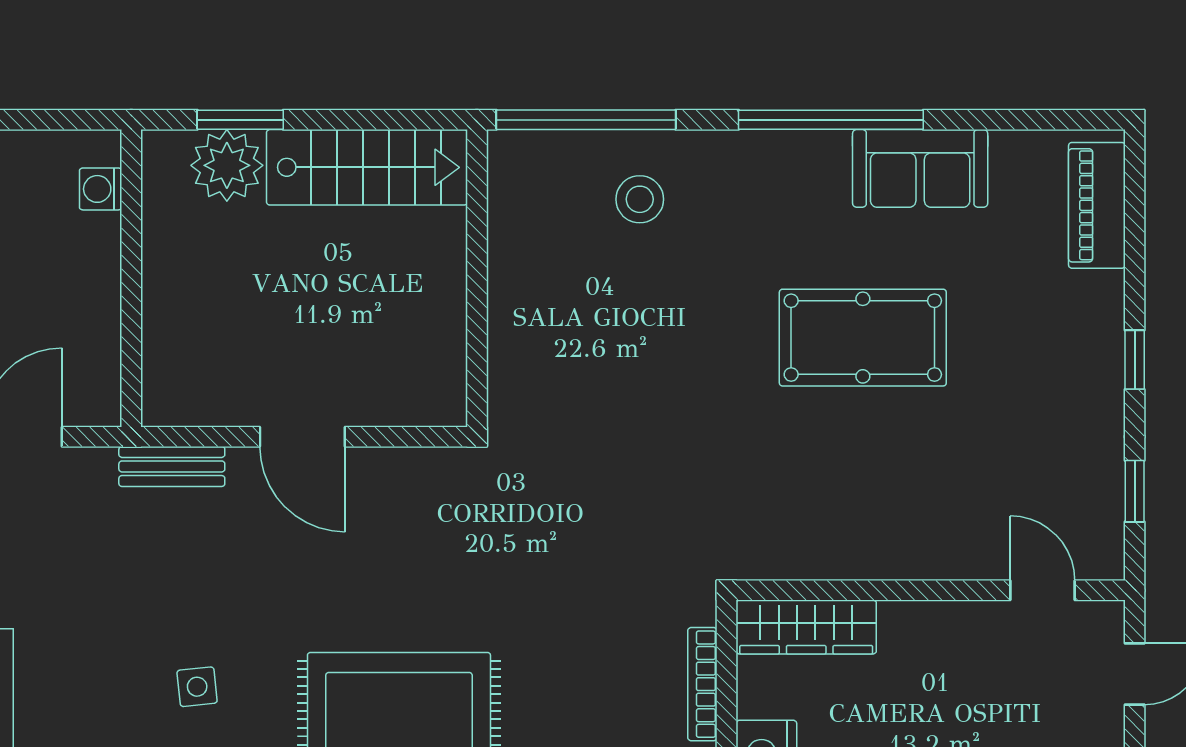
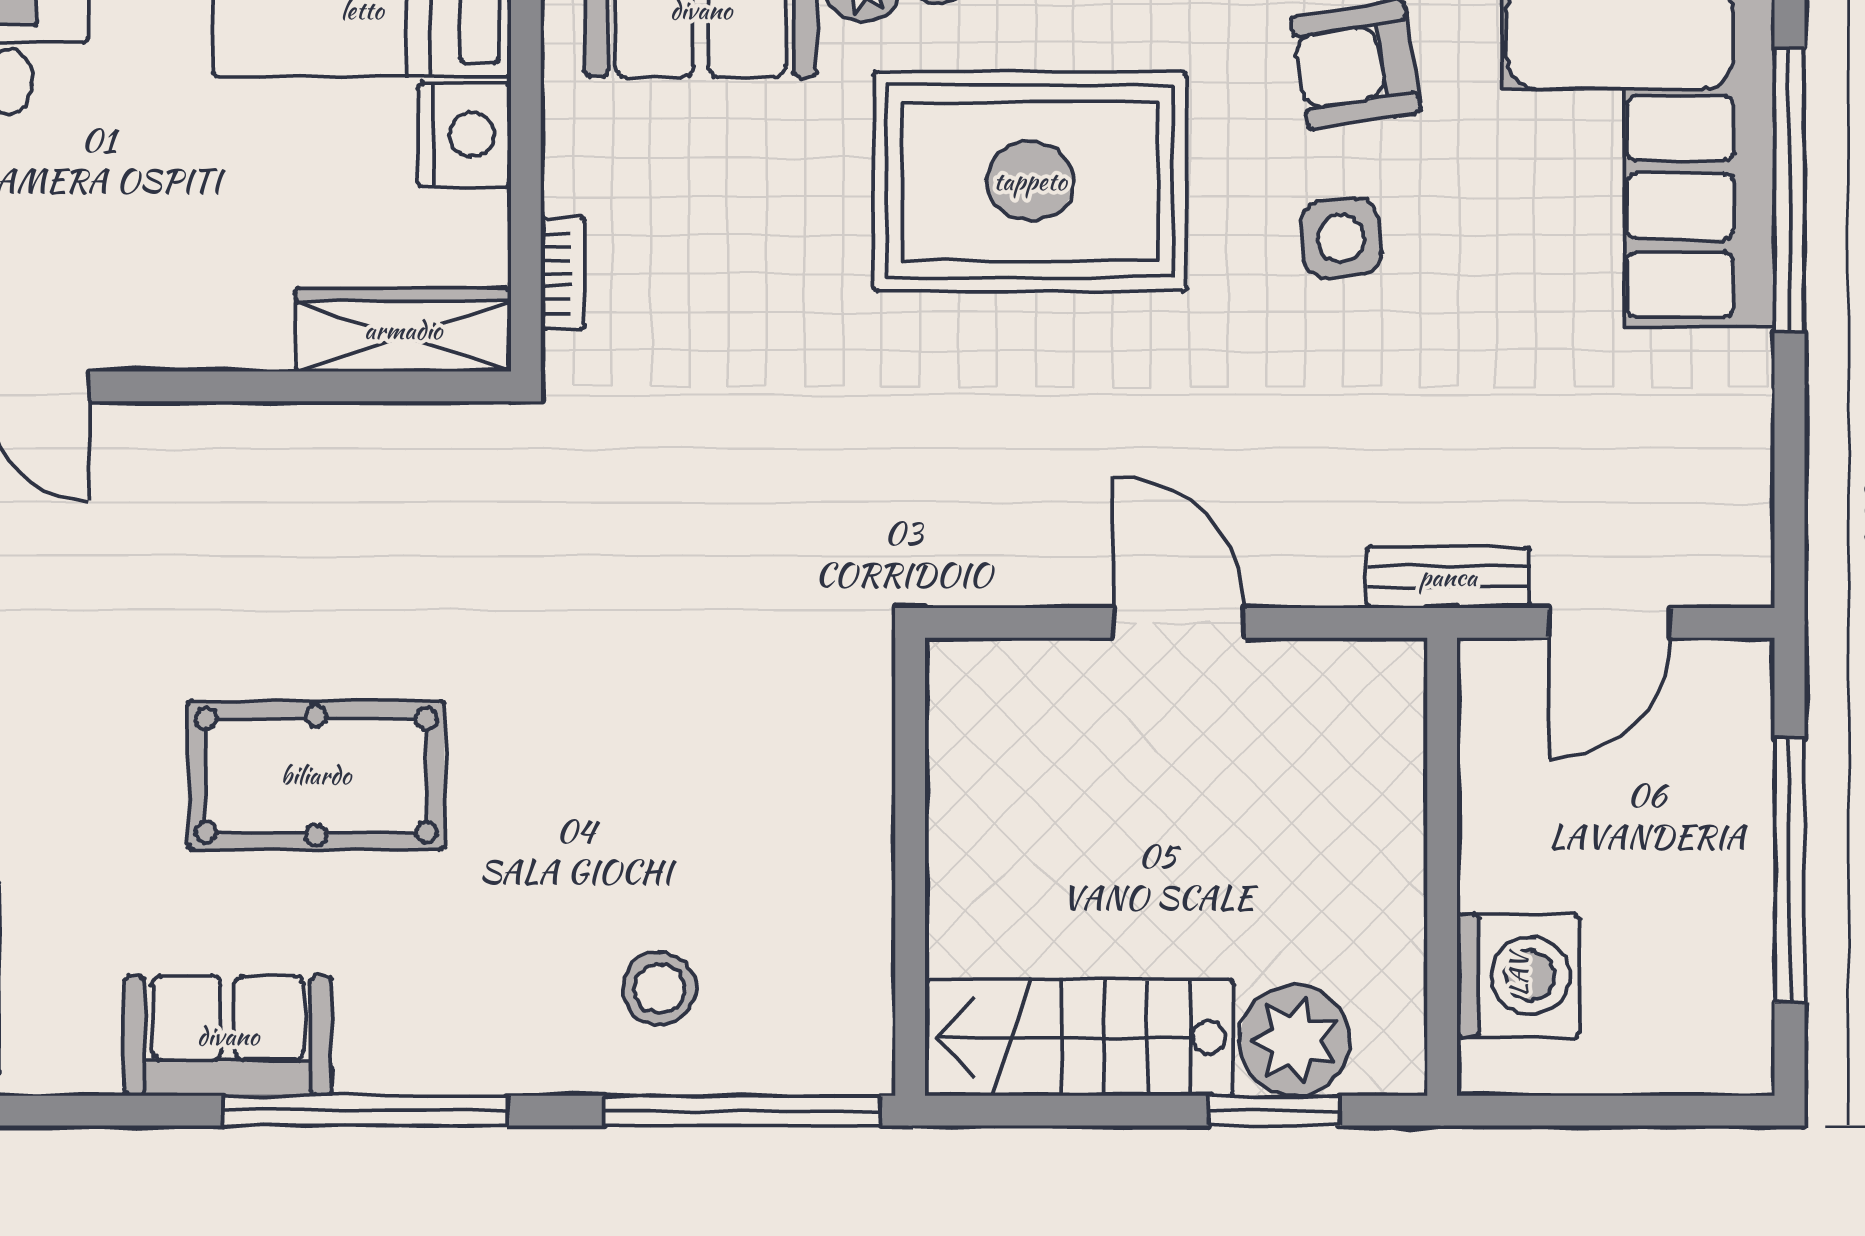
washing machine: (101, 189) -> (1518, 975), width x1.89, depth x1.89
bench: (172, 466) -> (1448, 577), moved
bookcase: (702, 684) -> (563, 273), width x0.64
side table: (197, 687) -> (1341, 238), width x1.37, depth x1.37

